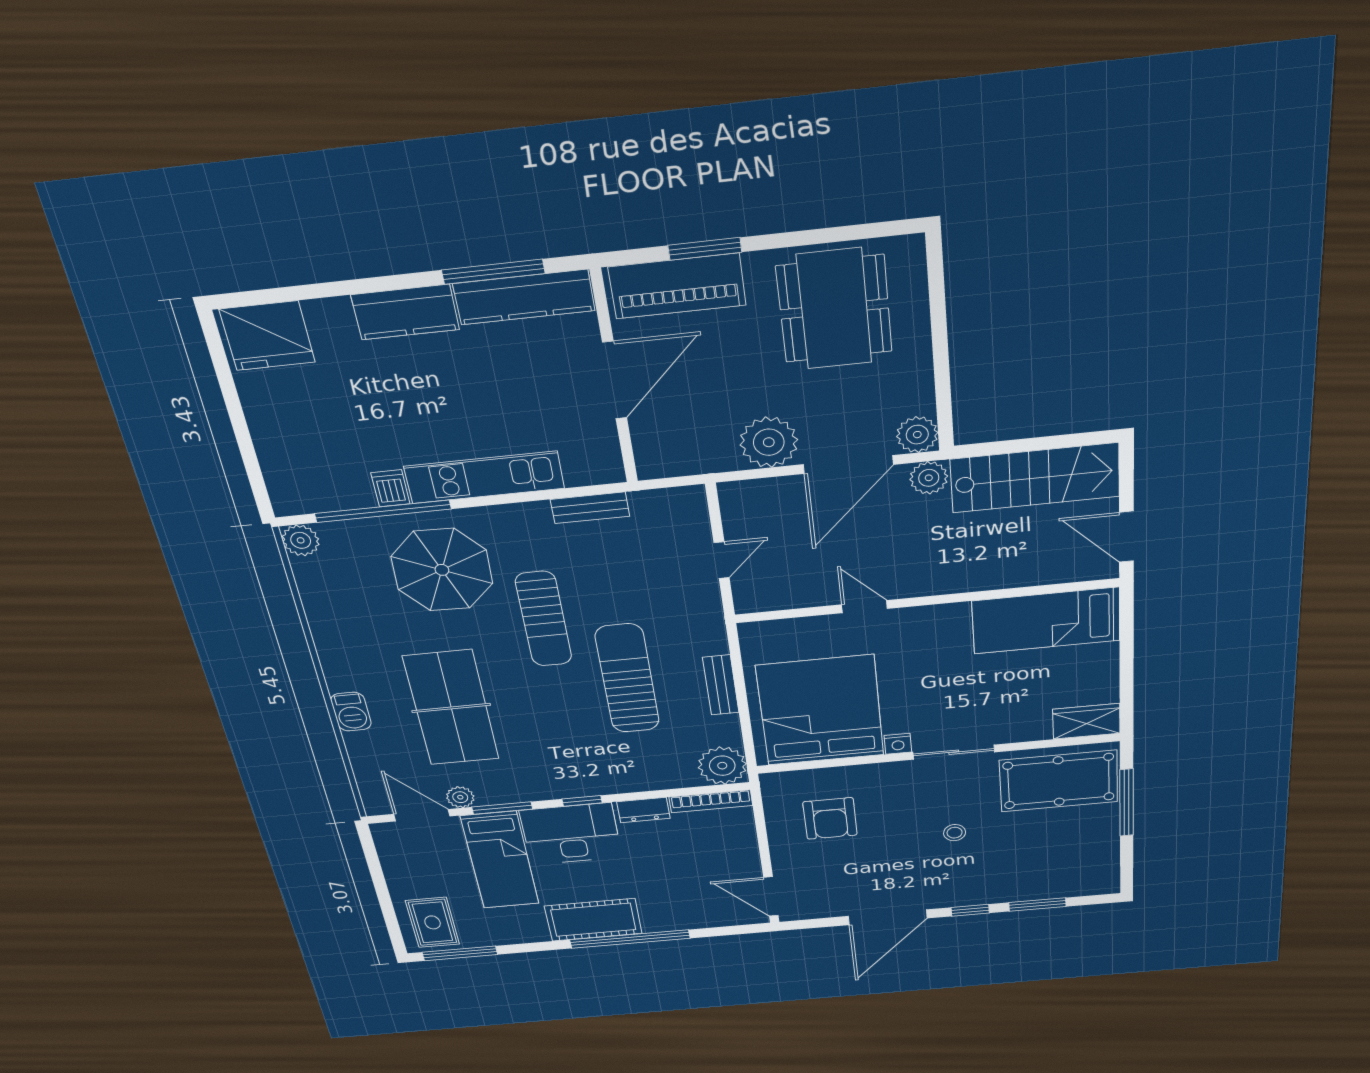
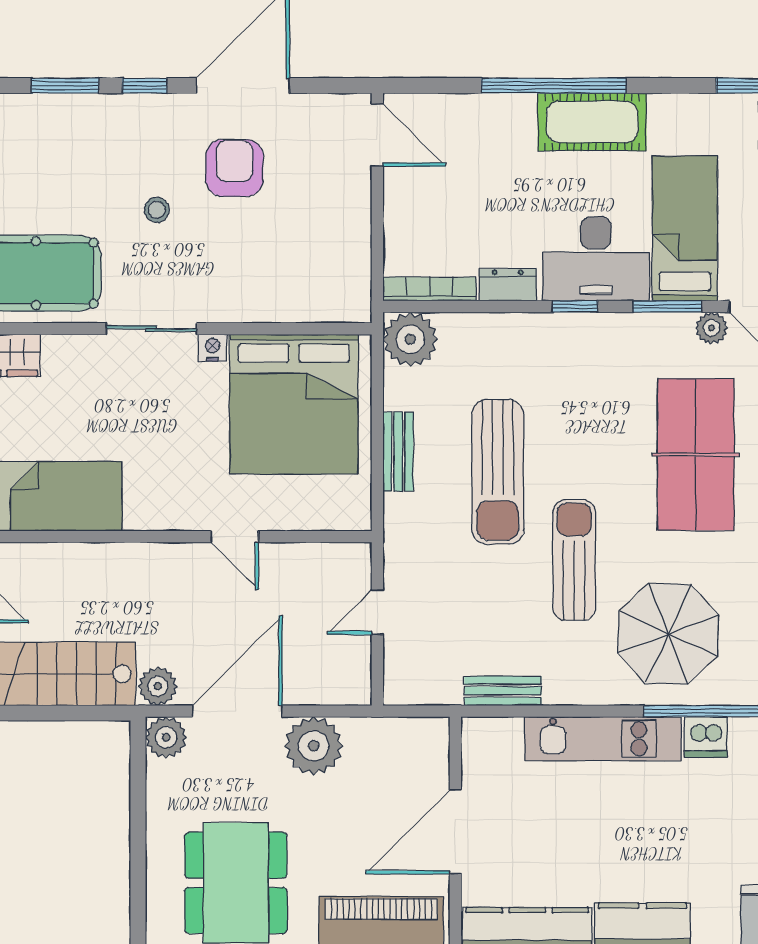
dishwasher: (390, 488) -> (706, 737), width x1.38
armchair: (830, 818) -> (234, 168), moved

